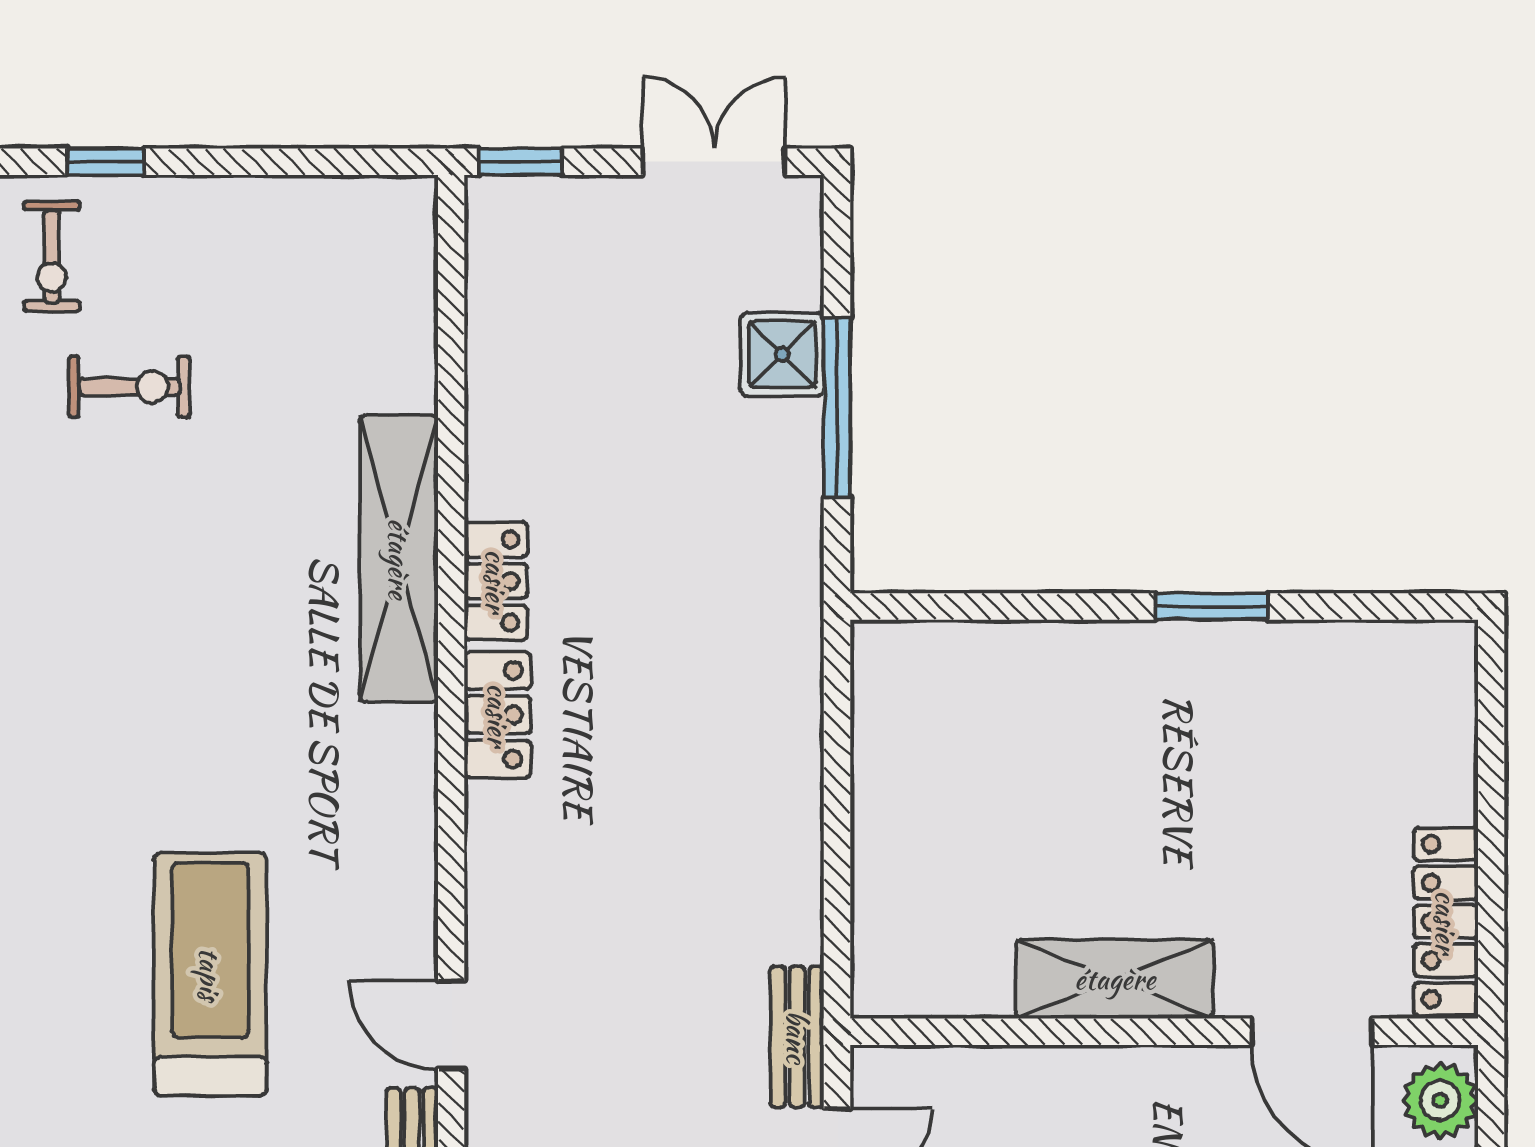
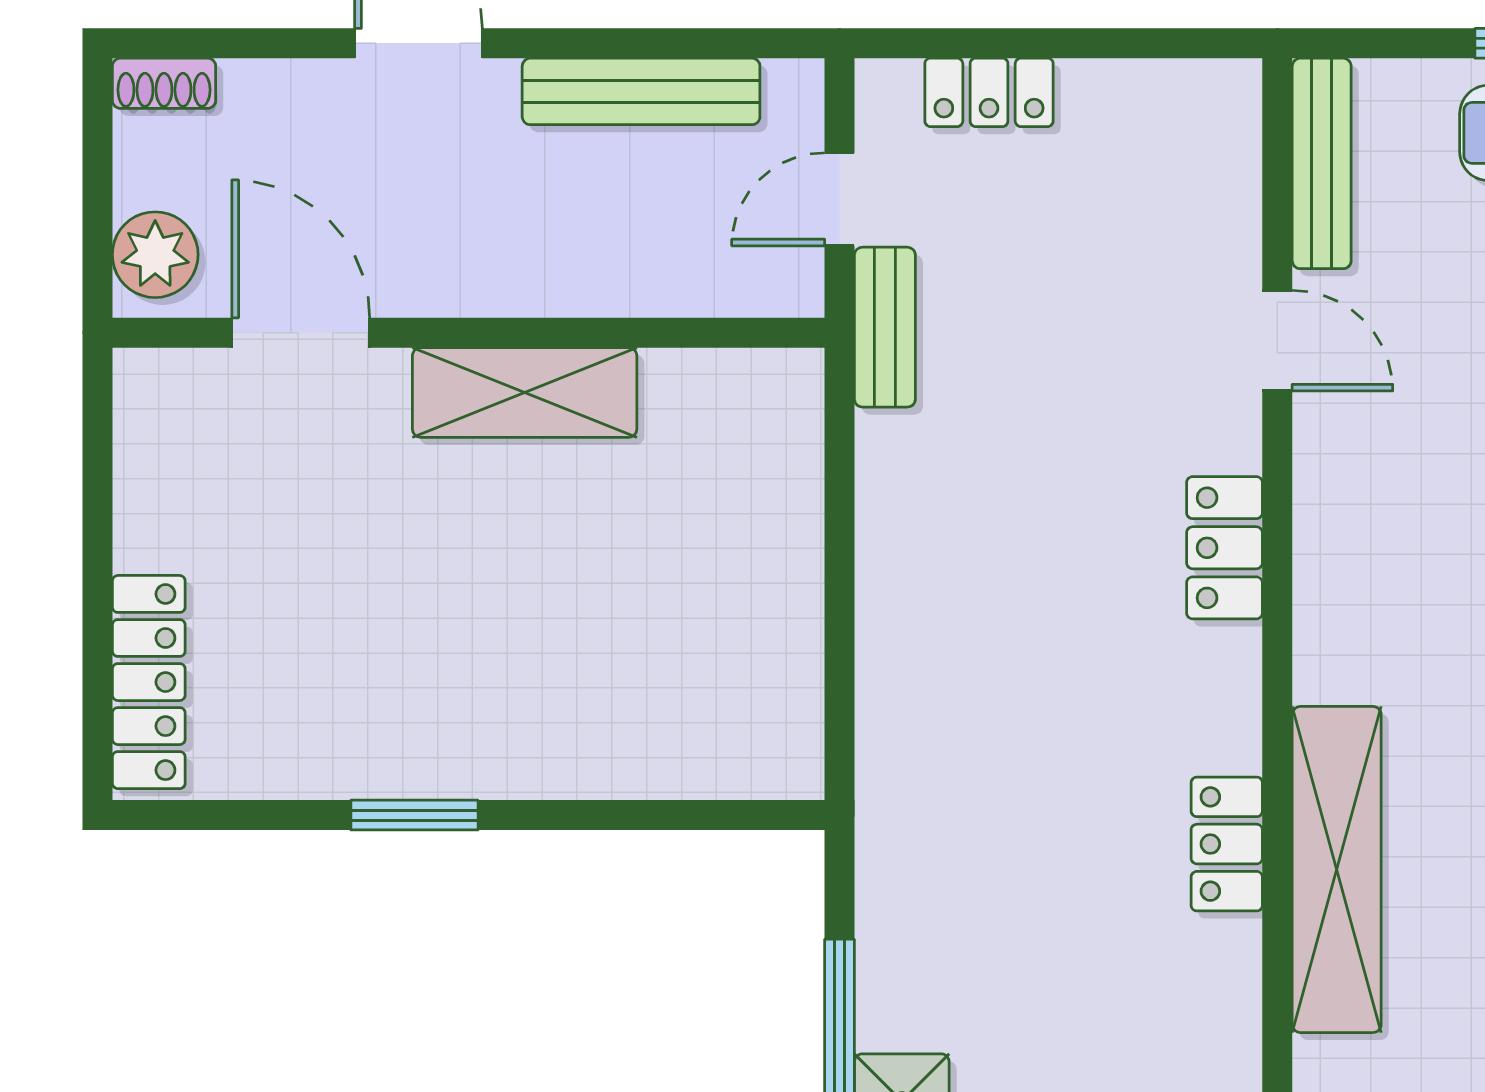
locker: (498, 715) -> (1225, 548), moved
locker: (1446, 922) -> (149, 682), moved

